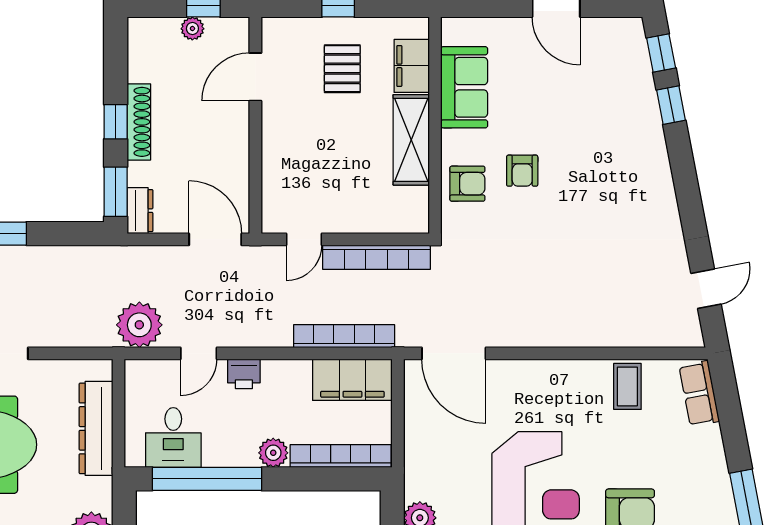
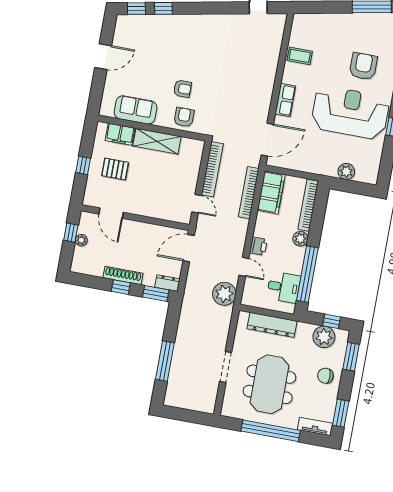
row of seats: (699, 393) -> (285, 100), moved, turned -79

